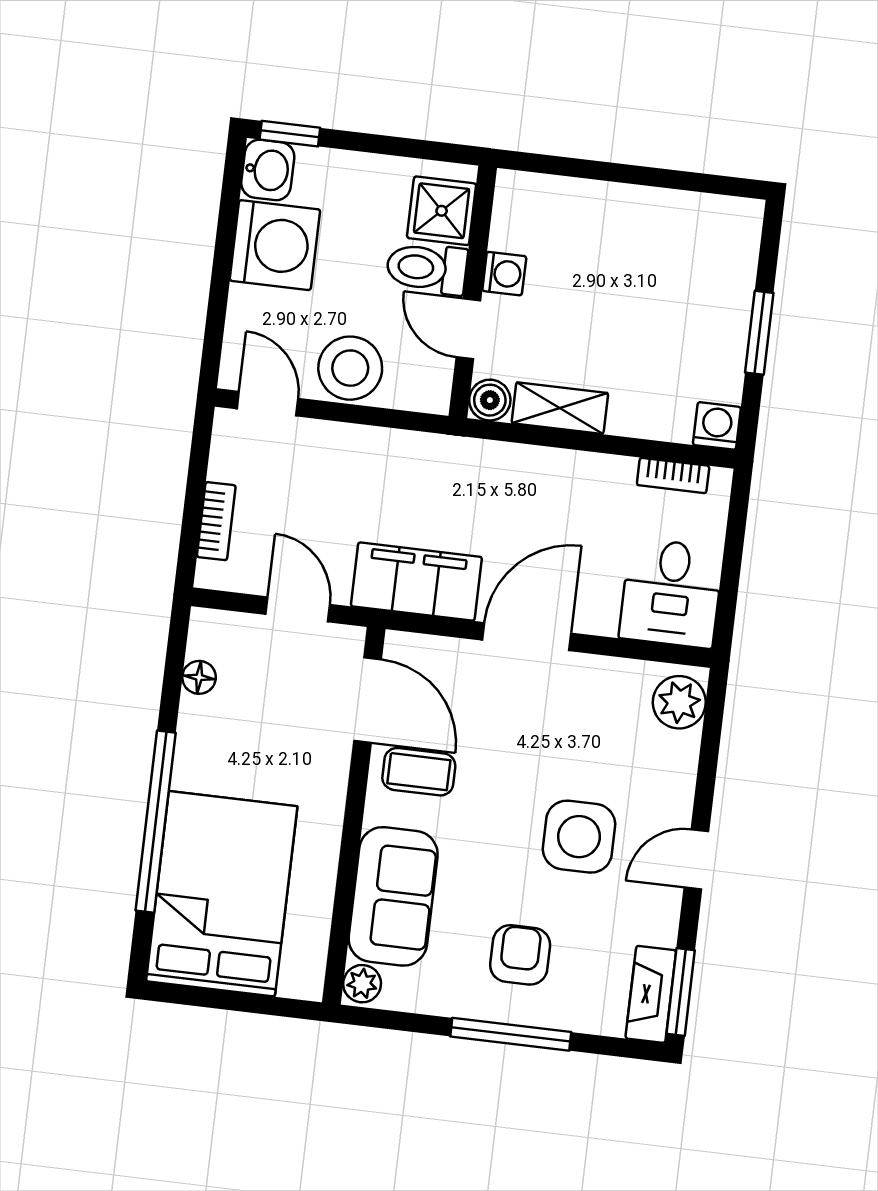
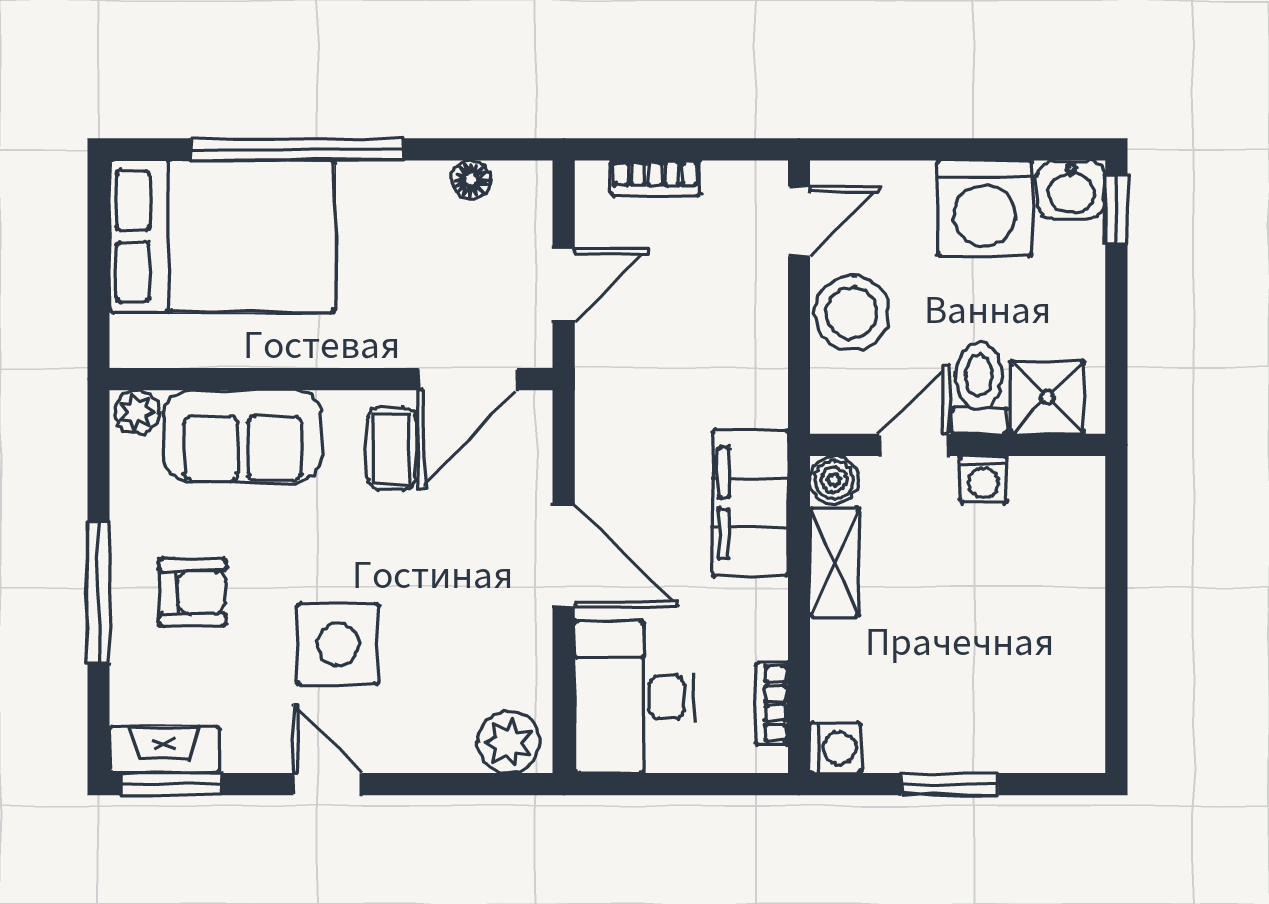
filing cabinet: (416, 582) -> (750, 503), moved, turned 180
desk: (671, 593) -> (634, 697), width x1.37

